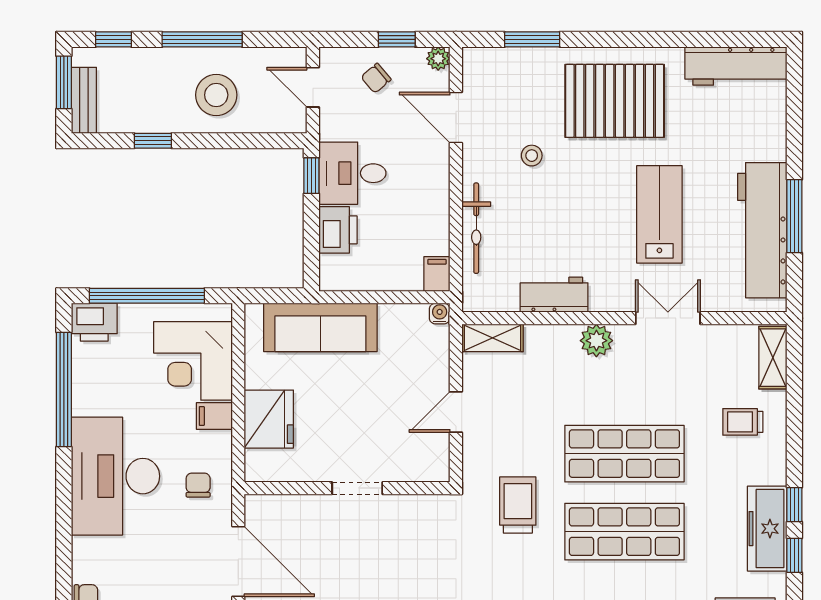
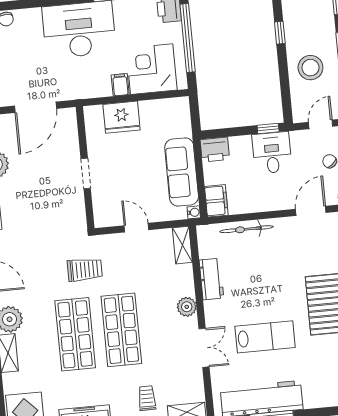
stool: (532, 156) -> (293, 258), removed
printer: (338, 230) -> (215, 150), moved
filing cabinet: (437, 274) -> (216, 201), width x2.00
sofa: (320, 327) -> (182, 172), moved
chair: (198, 485) -> (78, 79), removed

